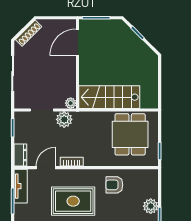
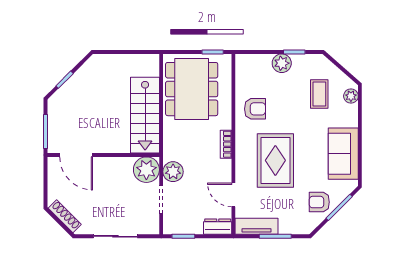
plant: (71, 103) -> (146, 170), width x1.88, depth x1.88
dining table: (130, 134) -> (192, 89), width x1.38
bookcase: (72, 162) -> (226, 144), moved
armchair: (114, 185) -> (255, 109), turned -90

